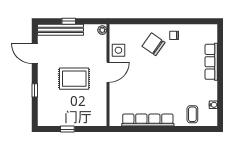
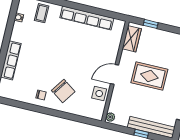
wardrobe: (100, 110) -> (132, 39), added
window: (67, 129) -> (151, 24), moved

